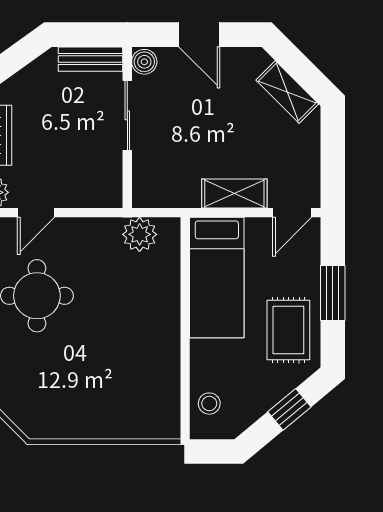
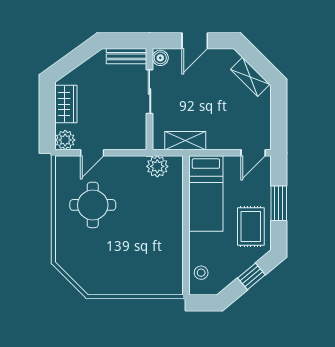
door: (199, 35) -> (195, 41), hinge flipped
shelving: (234, 193) -> (185, 141), moved

